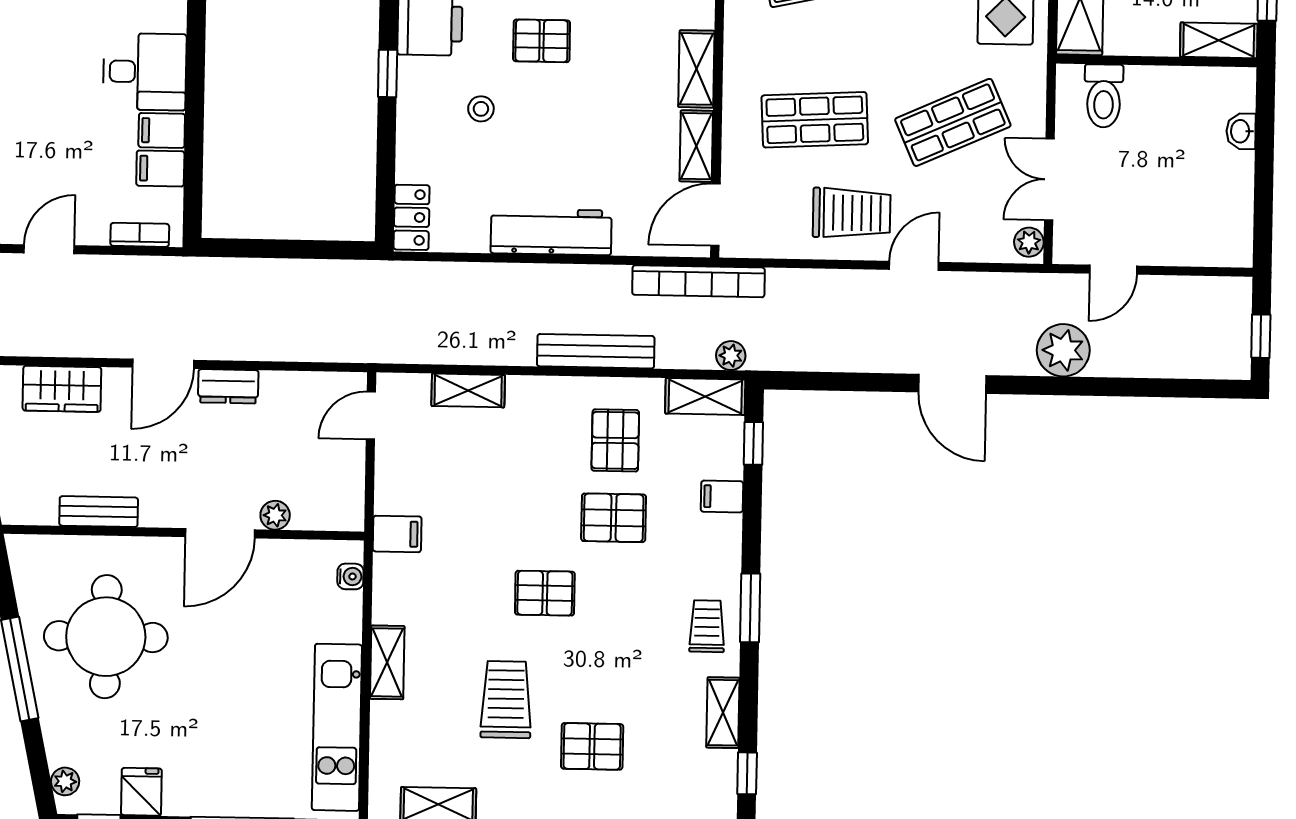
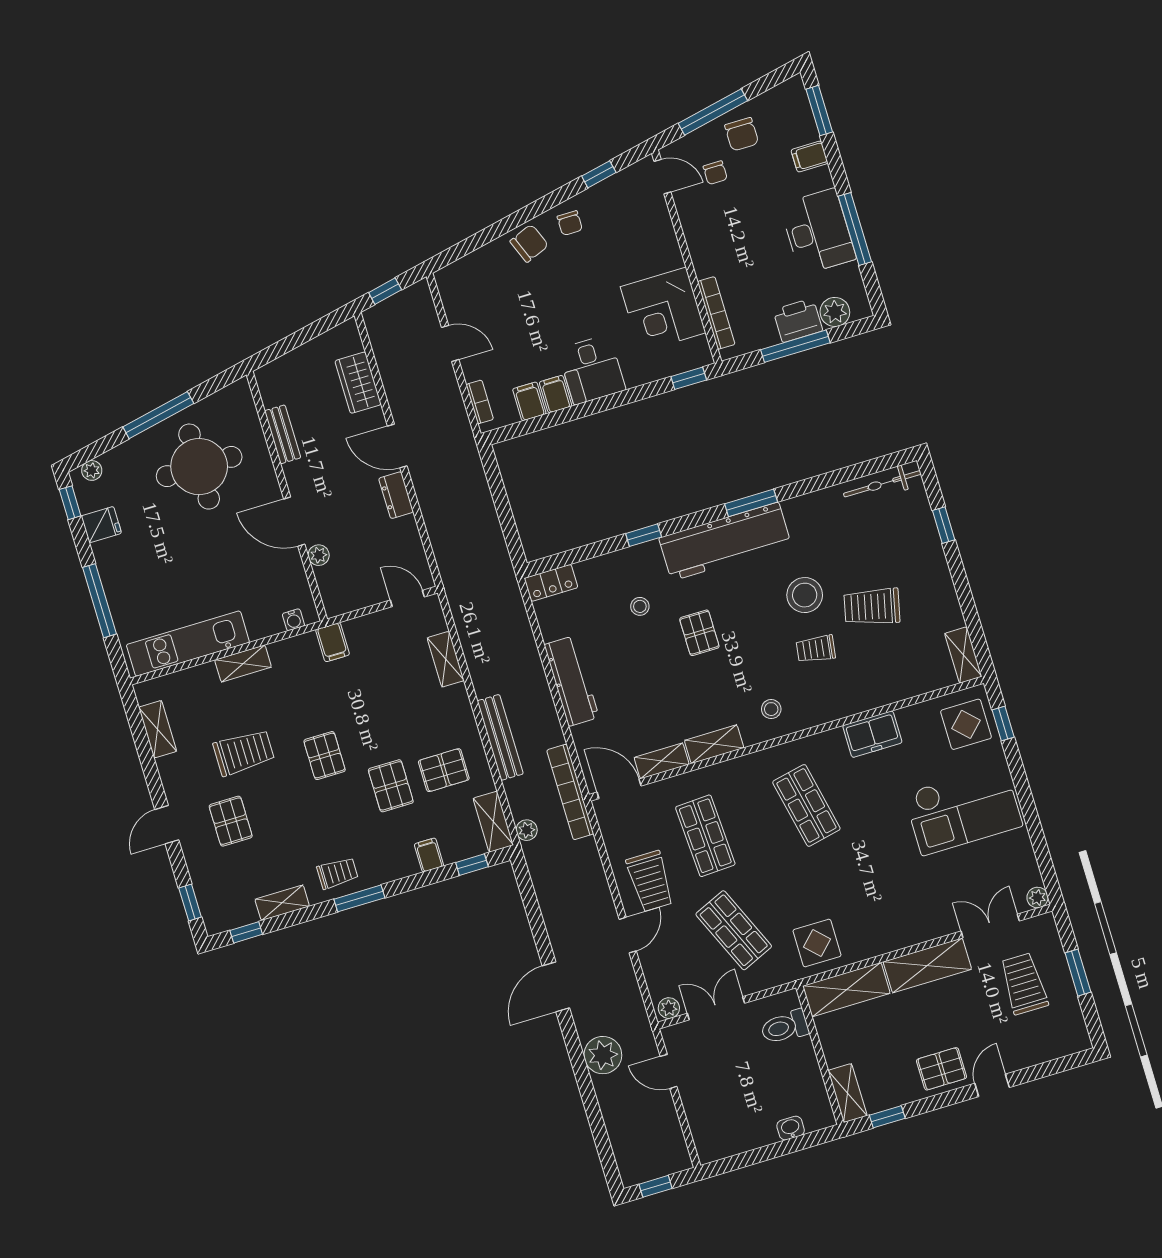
door: (914, 266) -> (628, 935), hinge flipped

